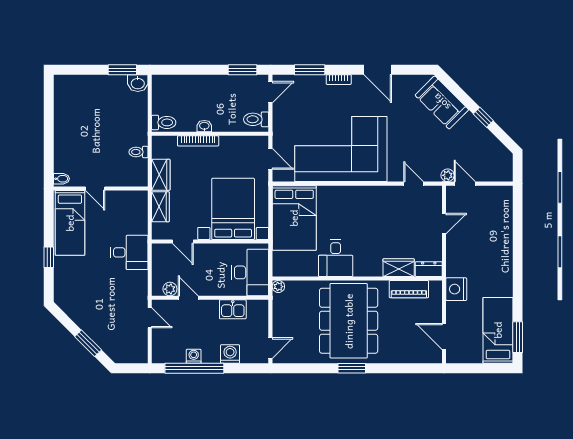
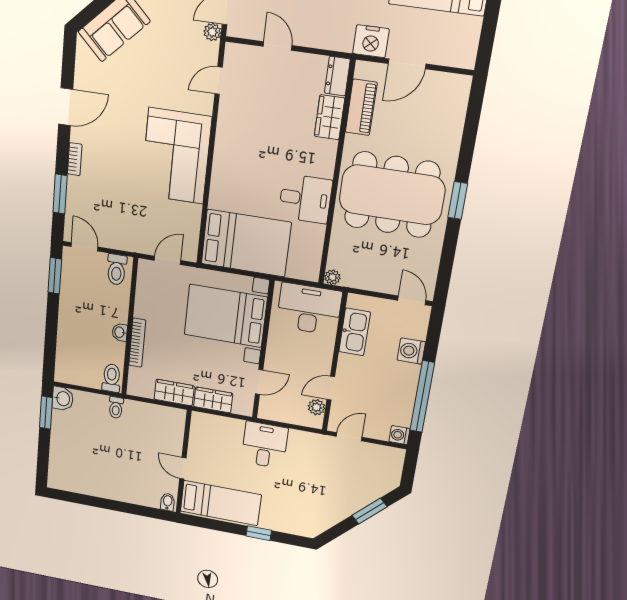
corner sofa: (341, 149) -> (176, 156), width x0.73, depth x0.74
toilet: (138, 152) -> (116, 407), moved
door: (95, 188) -> (183, 468), swing flipped
kitchen sink: (233, 309) -> (355, 332), width x1.38
door: (444, 337) -> (407, 64), moved
washing machine: (194, 356) -> (399, 435), moved

